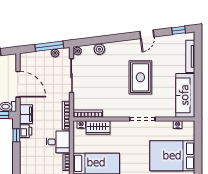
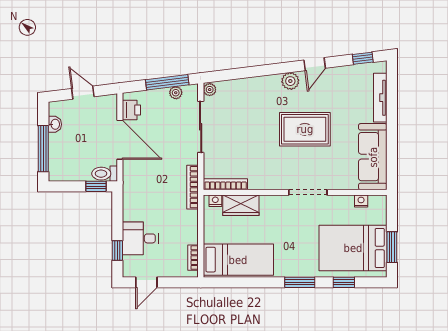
plant: (99, 49) -> (290, 81), moved
rug: (140, 77) -> (305, 129), turned 90
filing cabinet: (26, 114) -> (132, 185), removed
printer: (26, 131) -> (131, 110), moved
window: (16, 135) -> (117, 251), moved
desk: (58, 142) -> (140, 238), moved, turned 180
window: (198, 155) -> (392, 247), added

